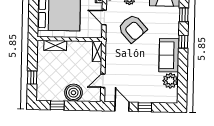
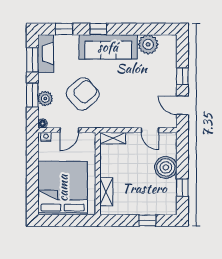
sofa: (169, 55) -> (108, 47), width x1.36
door: (122, 107) -> (182, 105), hinge flipped

